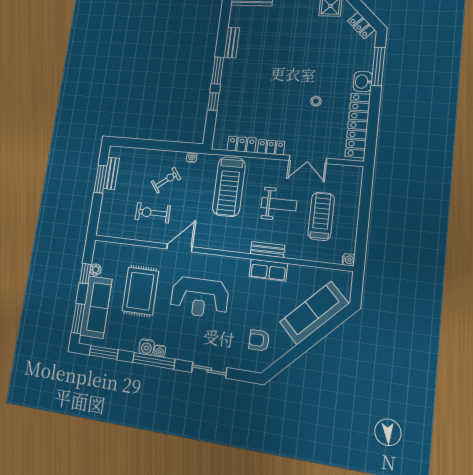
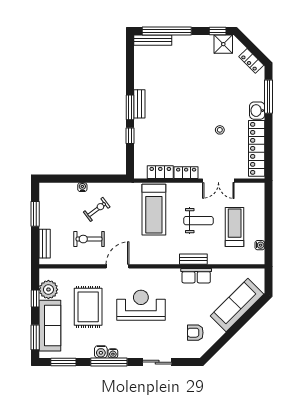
bench: (232, 43) -> (139, 104), moved
water cooler: (192, 157) -> (82, 187), moved
bench: (111, 173) -> (45, 244), moved
water cooler: (348, 260) -> (260, 245), moved
plant: (96, 270) -> (48, 290), width x1.87, depth x1.87
reception desk: (199, 297) -> (141, 305), turned 180

